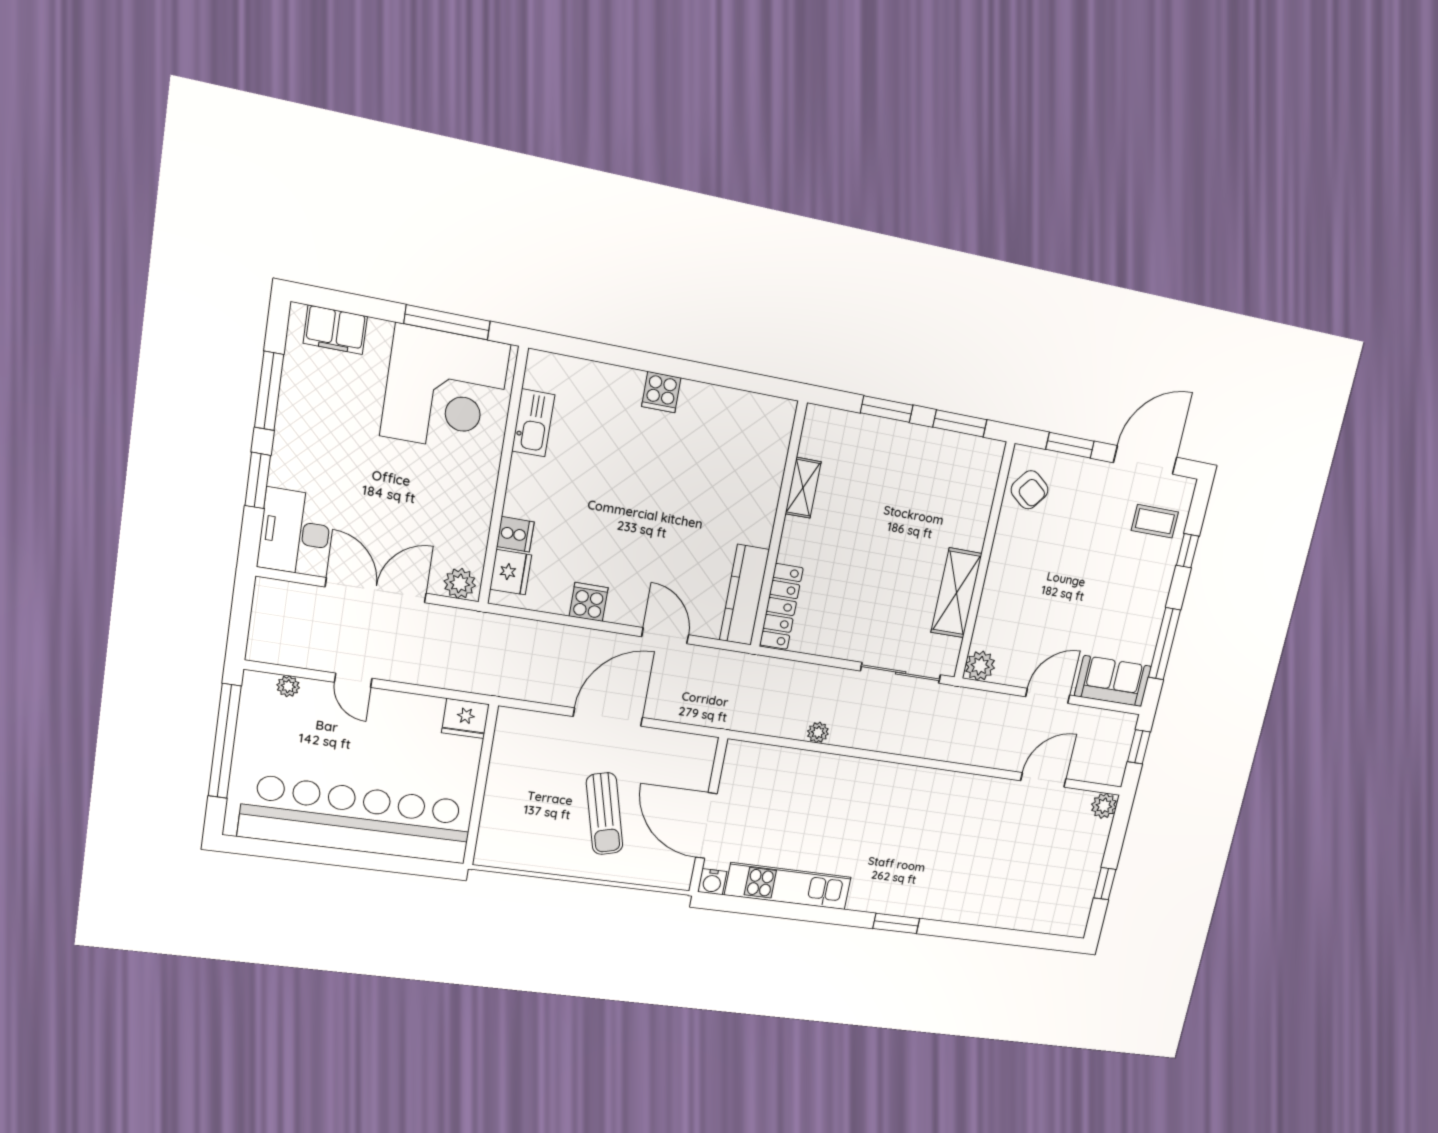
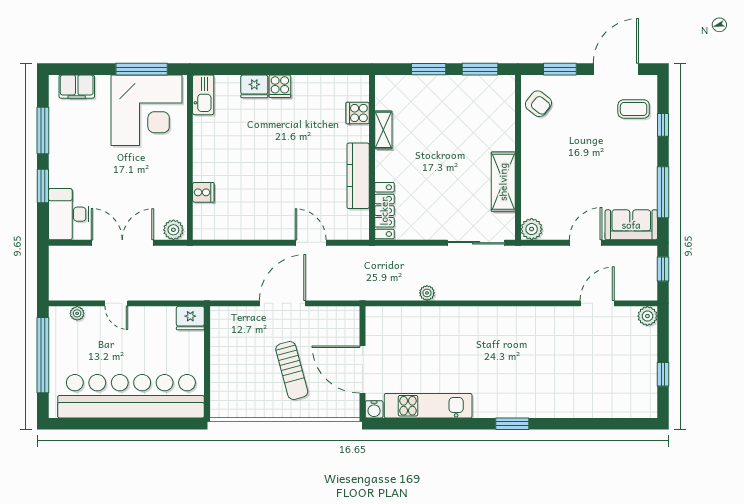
kitchen sink: (533, 423) -> (203, 95), moved
fridge: (511, 572) -> (254, 86), moved, turned 90
kitchen counter: (744, 595) -> (358, 176), moved
cooker: (589, 602) -> (358, 113), moved, turned -90

